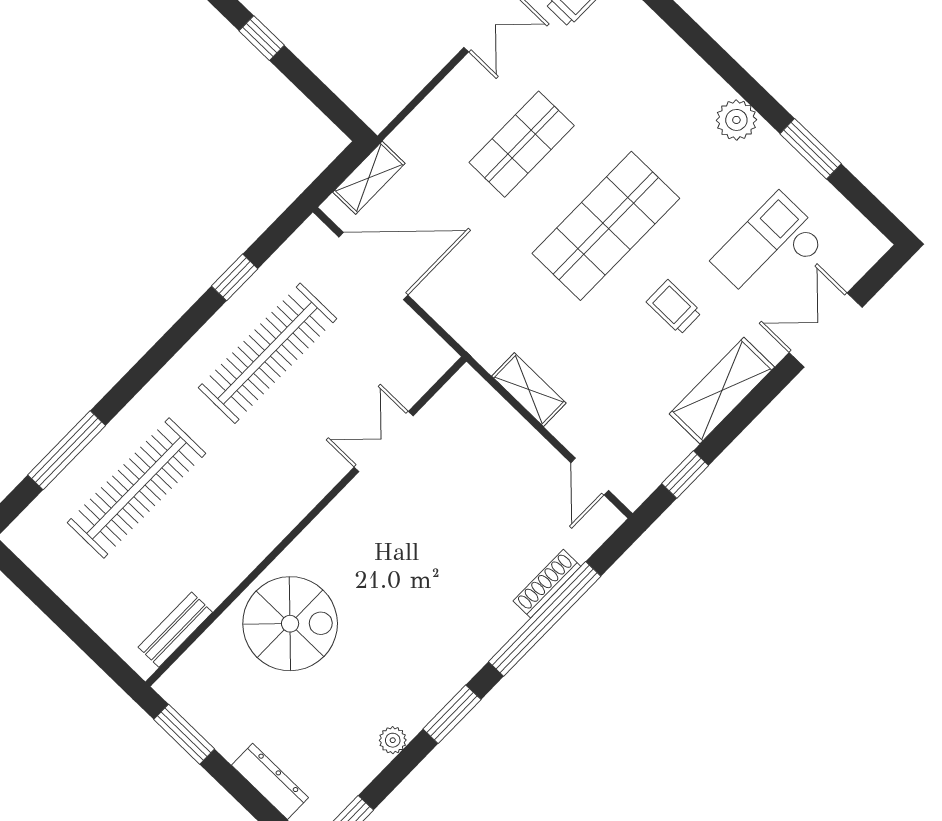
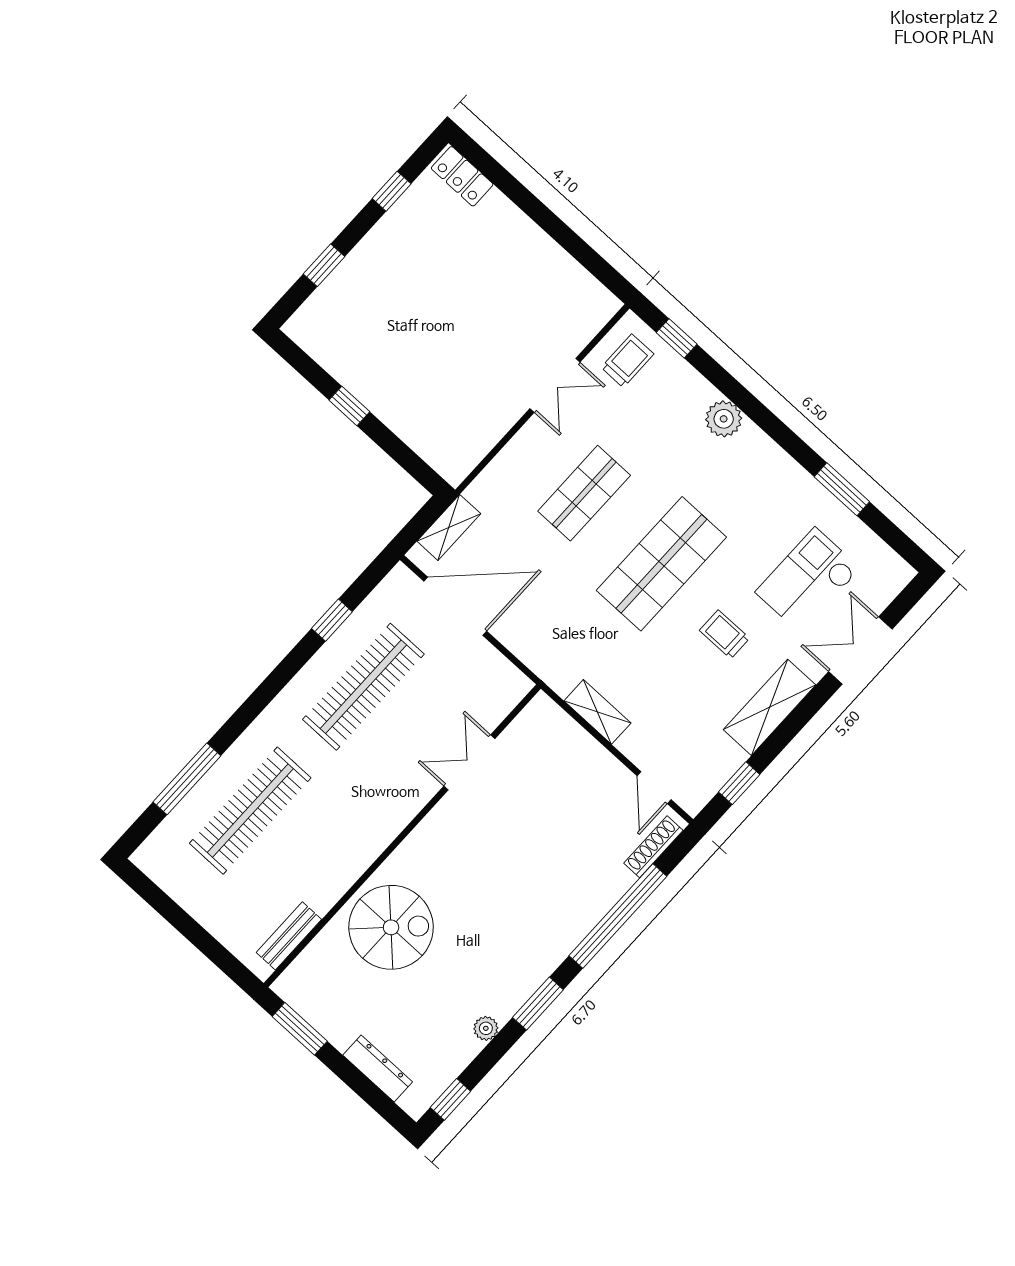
plant: (736, 120) -> (724, 419), moved
shoe rack: (547, 584) -> (653, 847), moved

